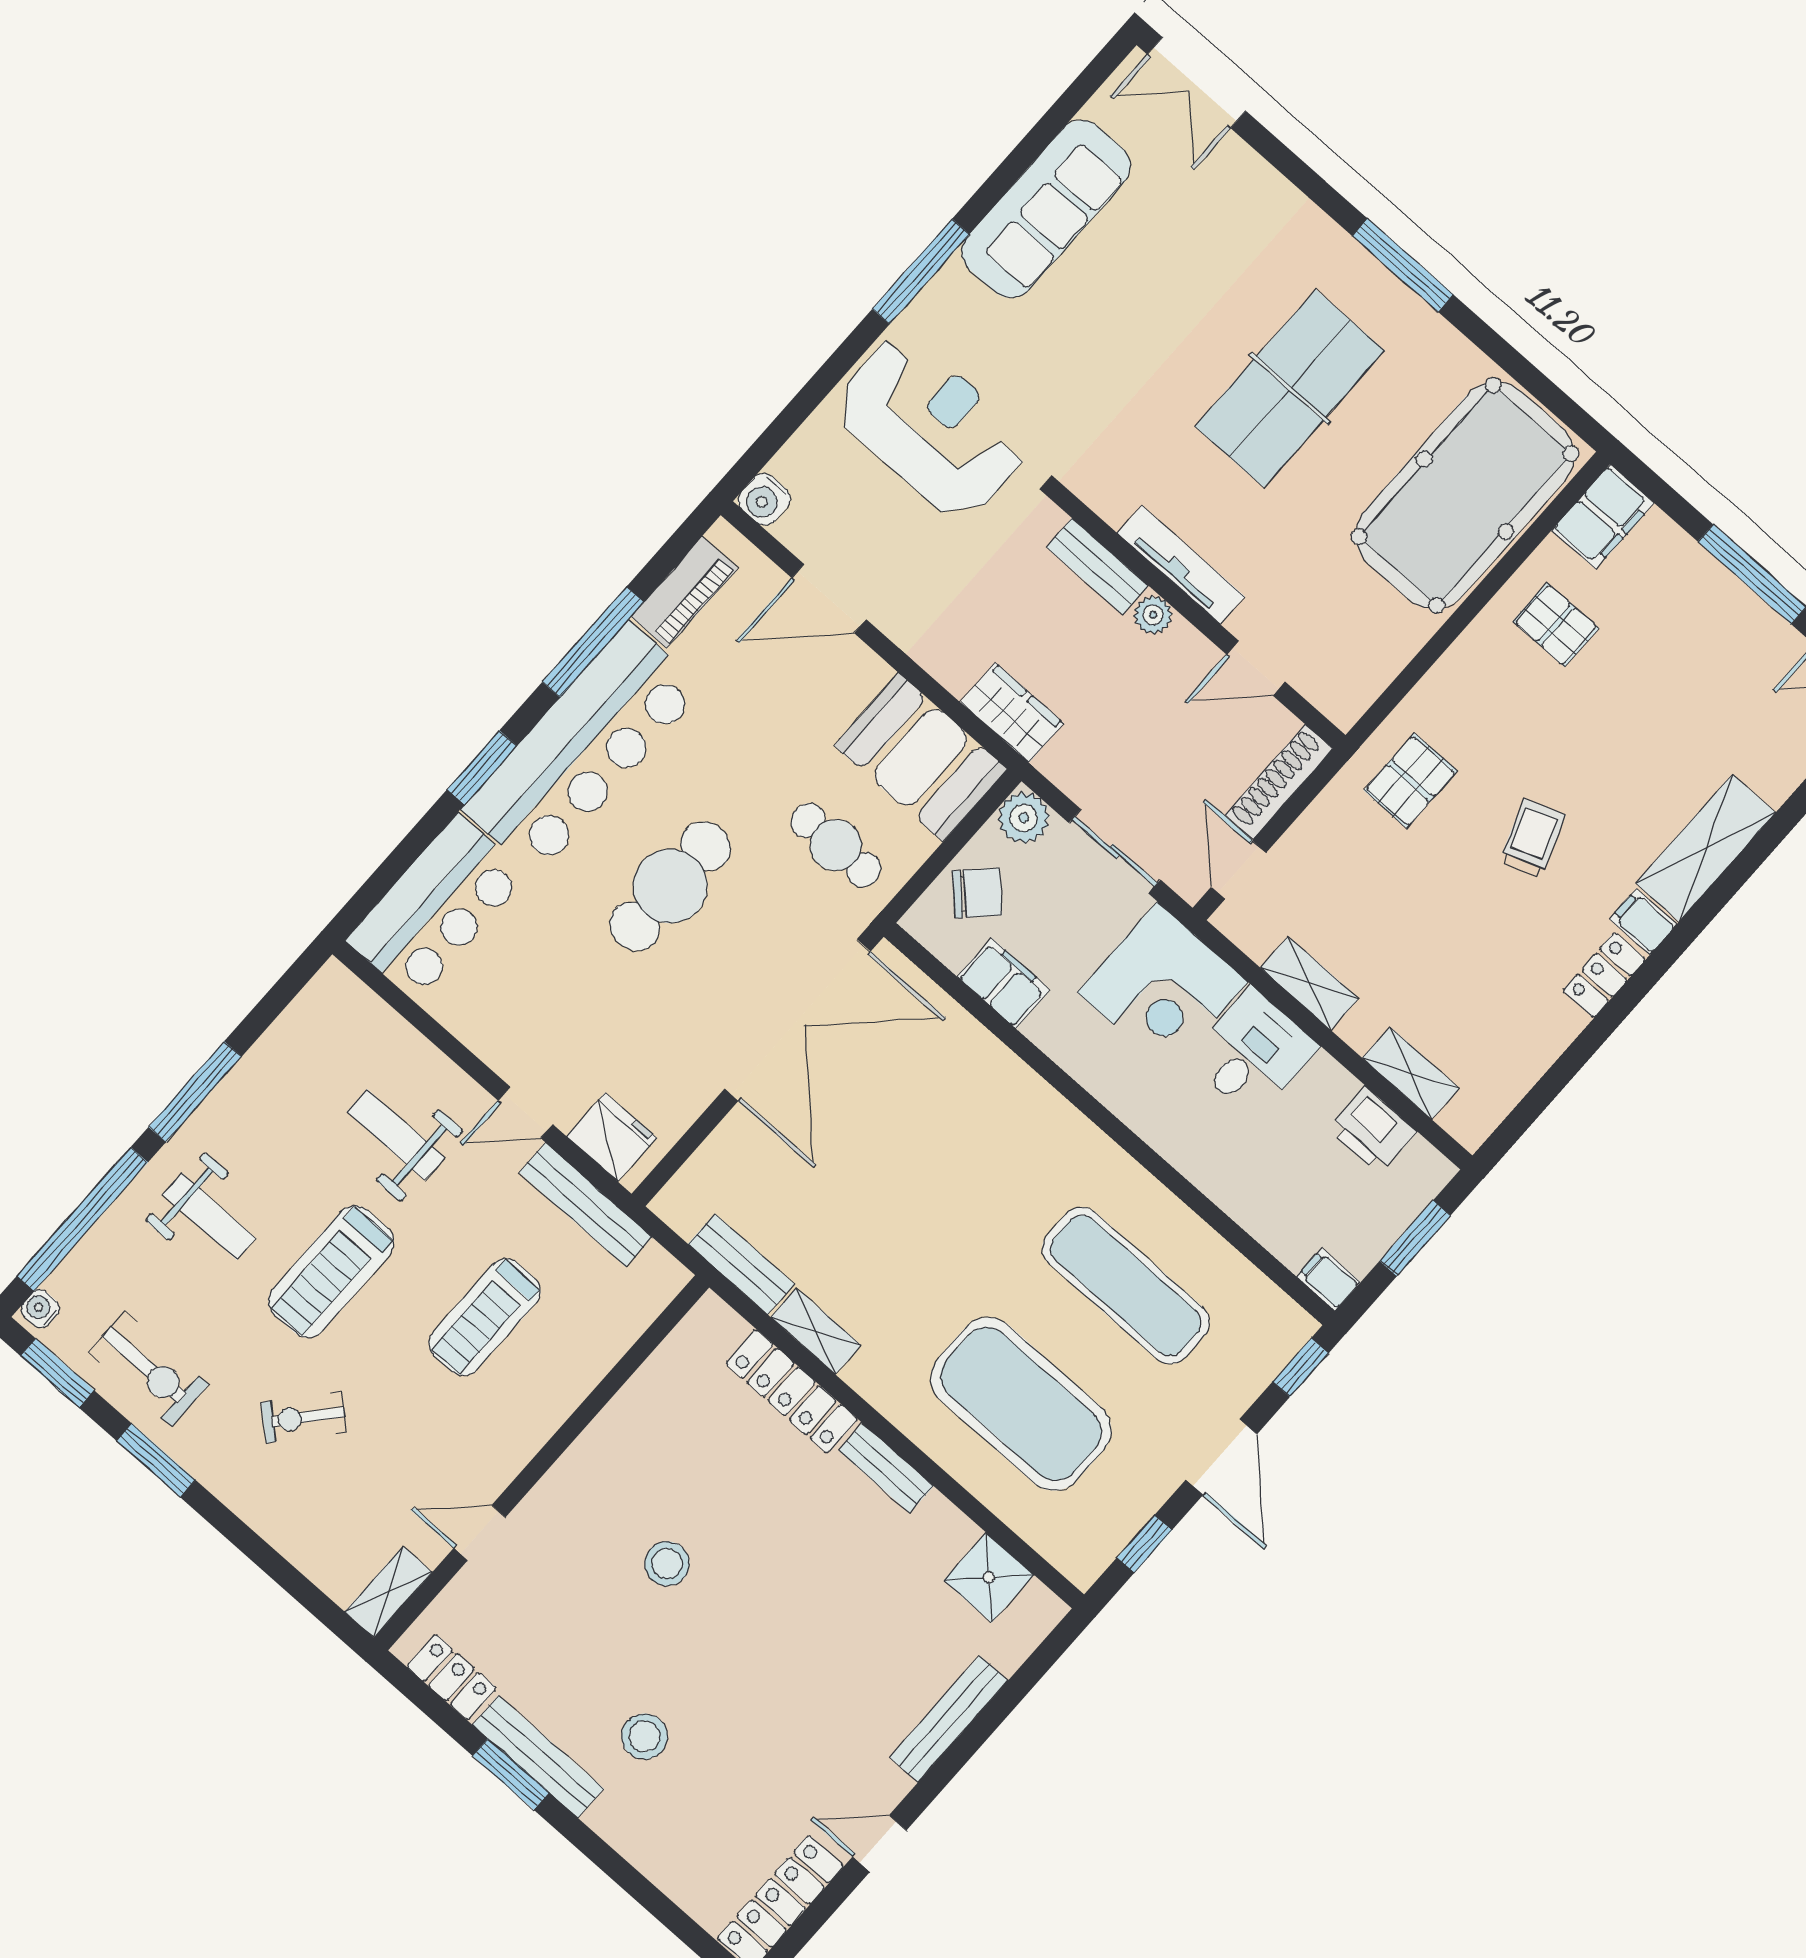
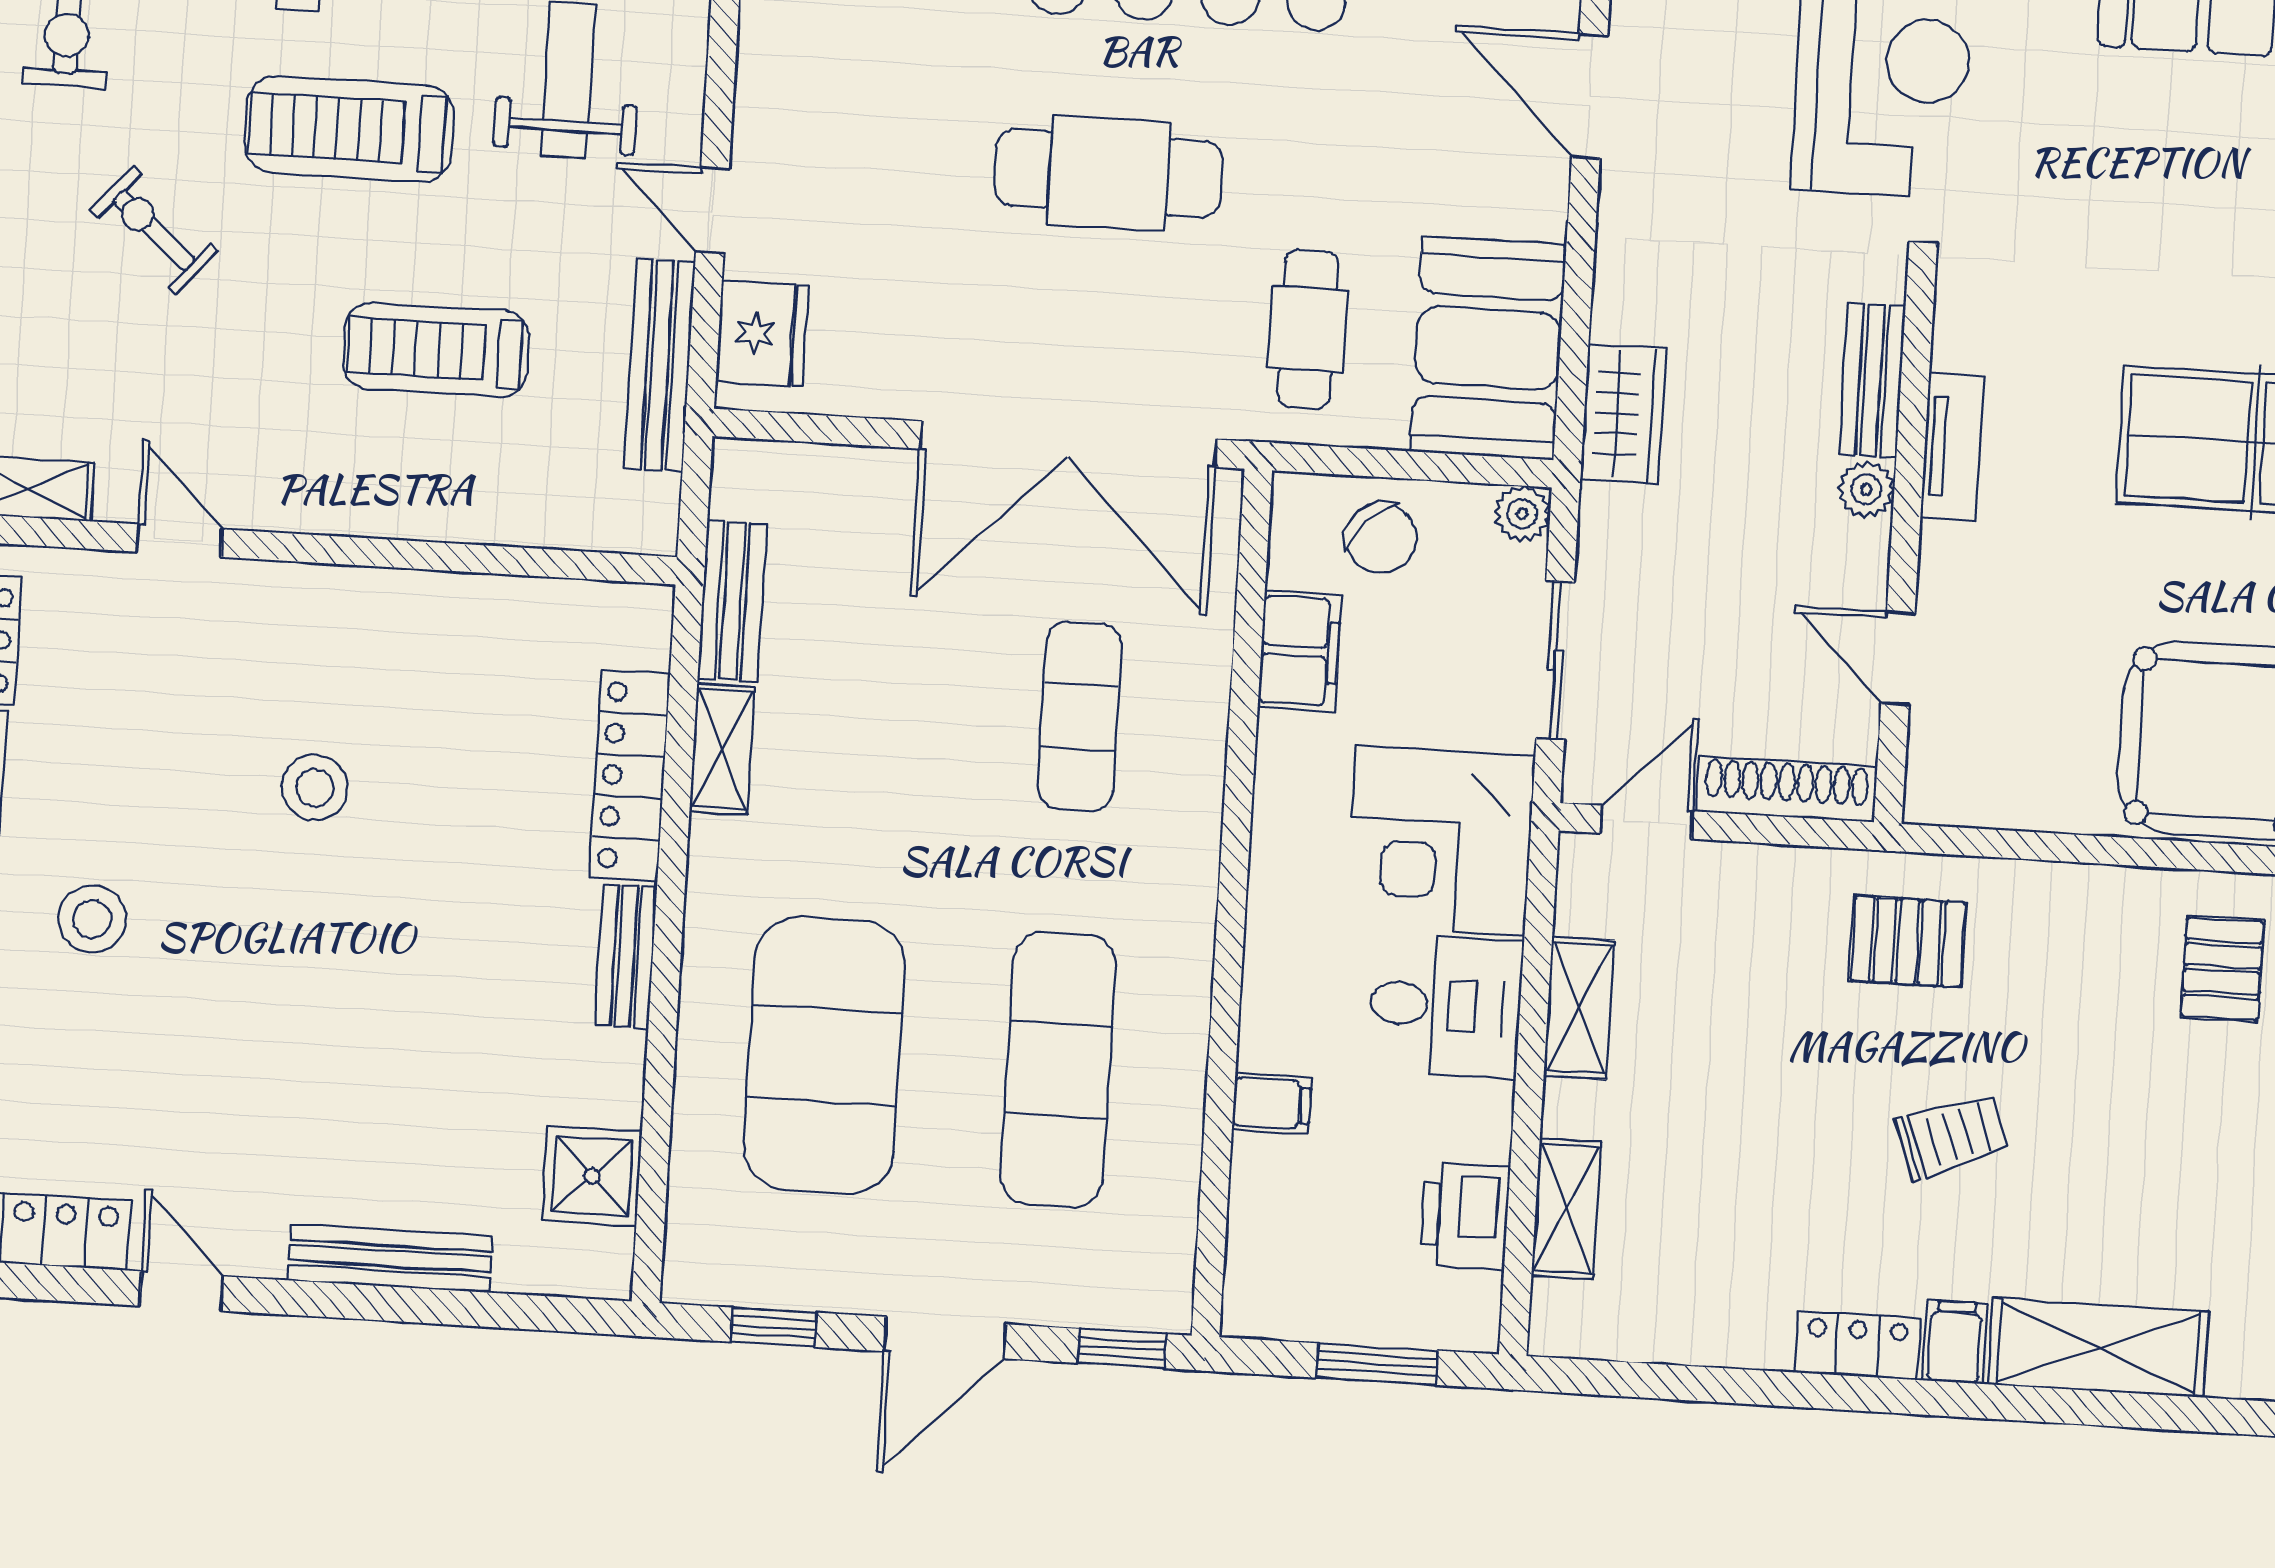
tv unit: (1181, 565) -> (1952, 447), width x0.71
plant: (1024, 818) -> (1522, 514), width x0.73, depth x0.73
exercise mat: (947, 1127) -> (1080, 716), added
filing cabinet: (1328, 1280) -> (1272, 1104), moved, turned 90

